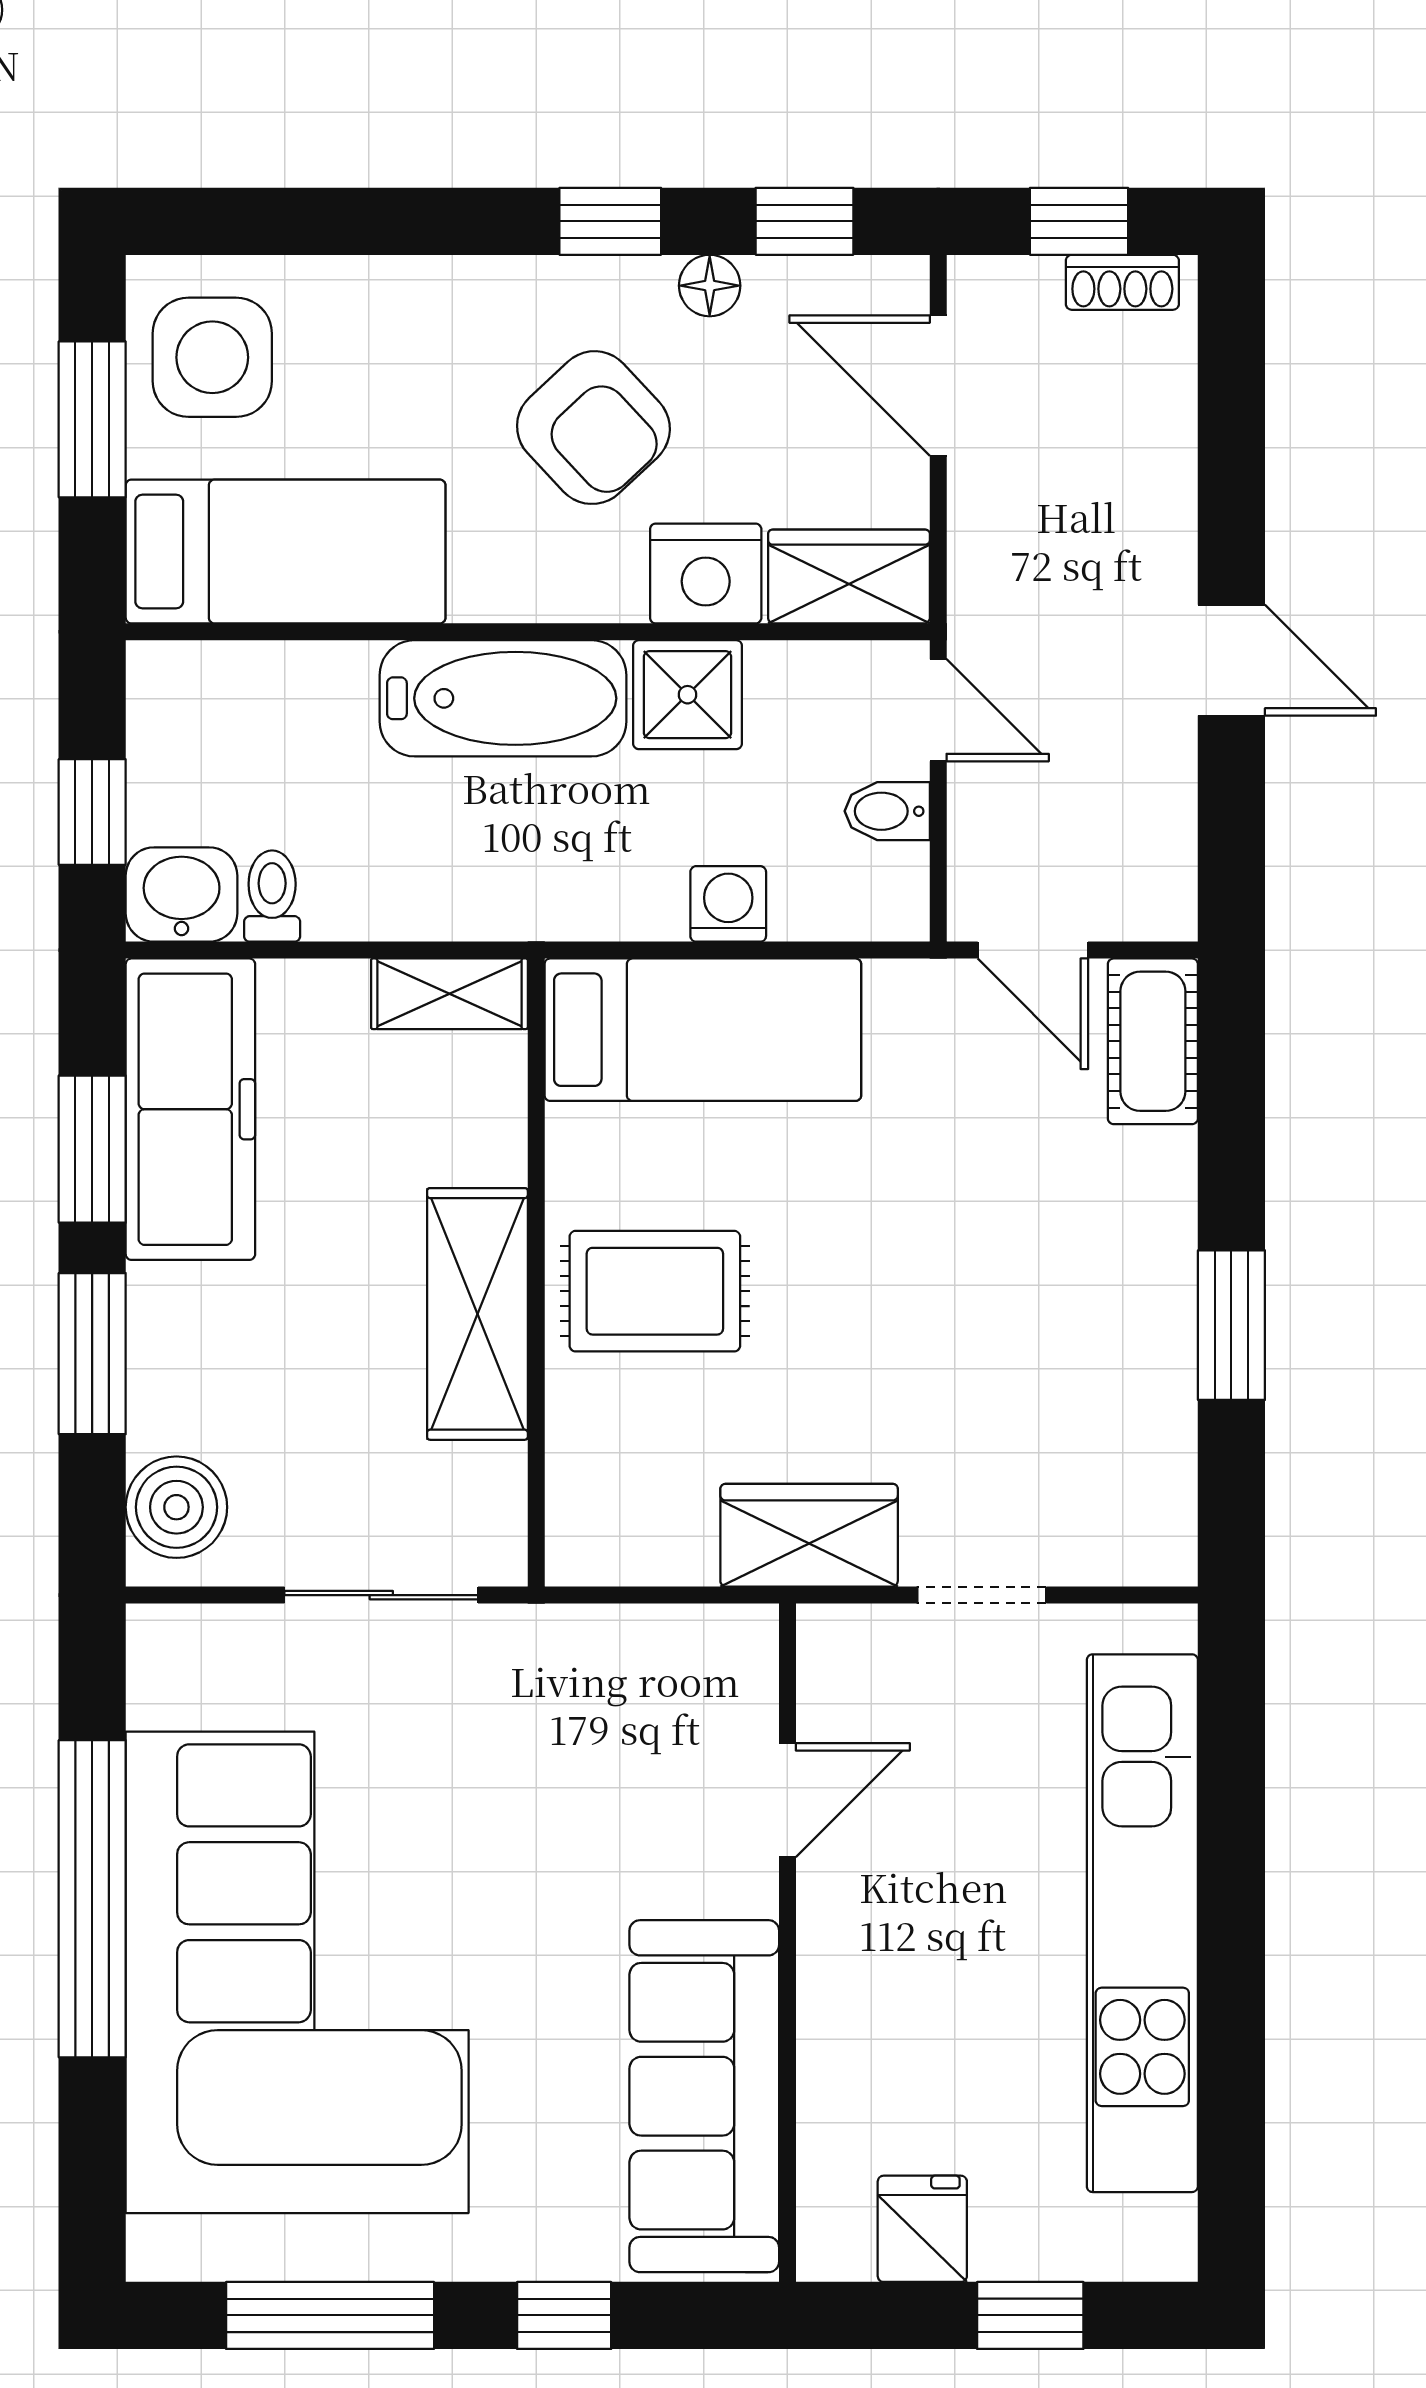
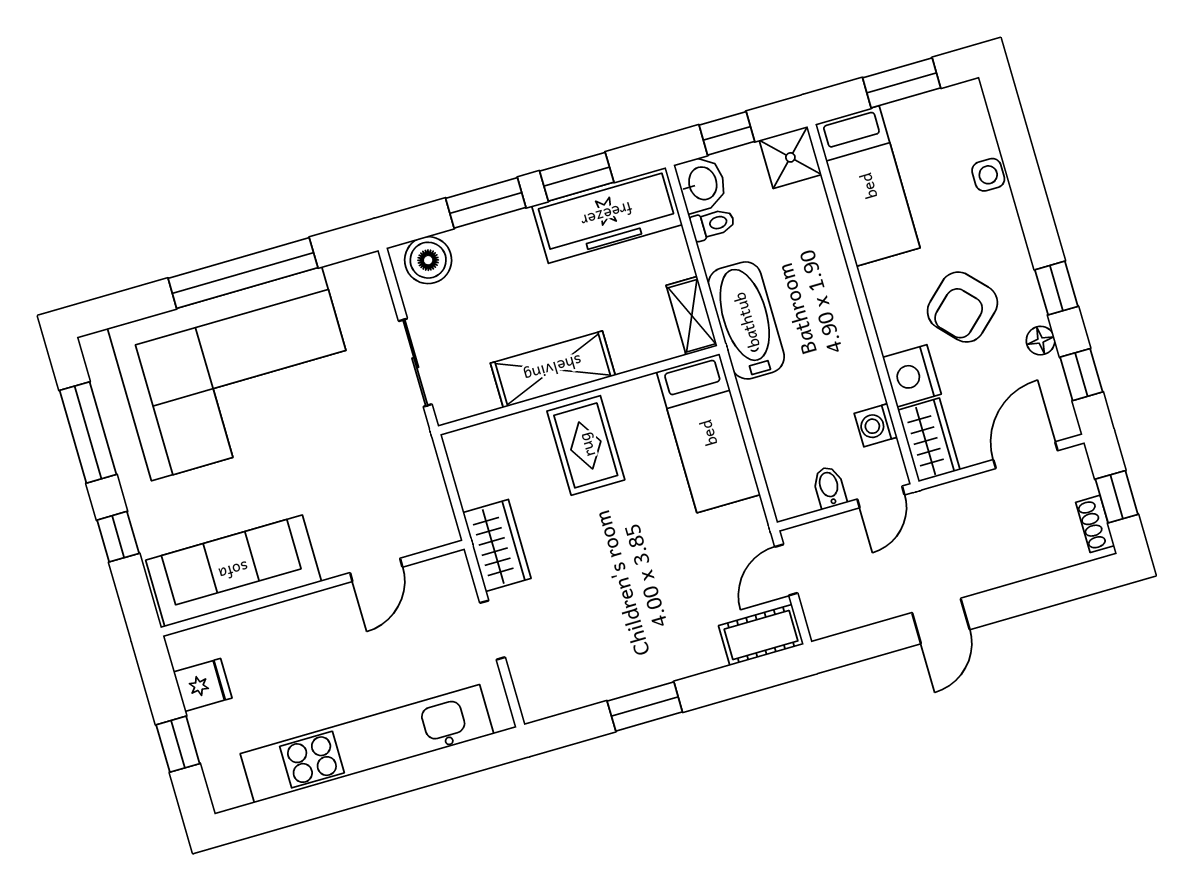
side table: (212, 357) -> (988, 175), moved, width x0.54, depth x0.54
shower: (688, 695) -> (790, 157), moved
bathtub: (503, 698) -> (746, 320), moved, turned 180
washing machine: (728, 904) -> (876, 425), moved, turned 180
door: (787, 1800) -> (376, 570), hinge flipped

